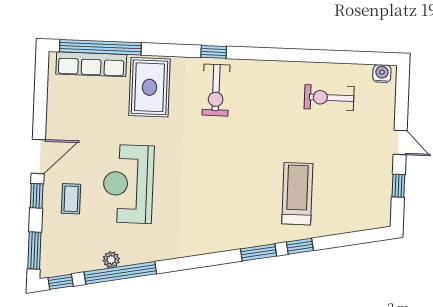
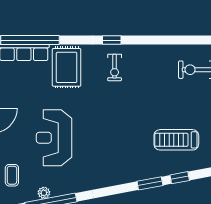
exercise bike: (216, 90) -> (115, 67), width x0.73, depth x0.72
treadmill: (297, 194) -> (176, 140), turned -90
coffee table: (71, 199) -> (12, 175), moved

